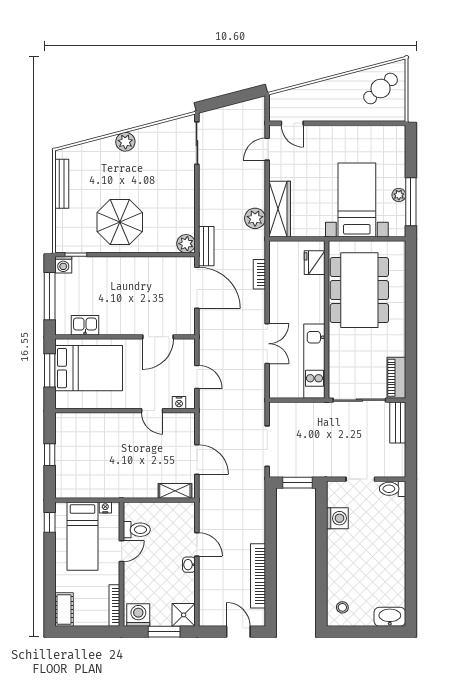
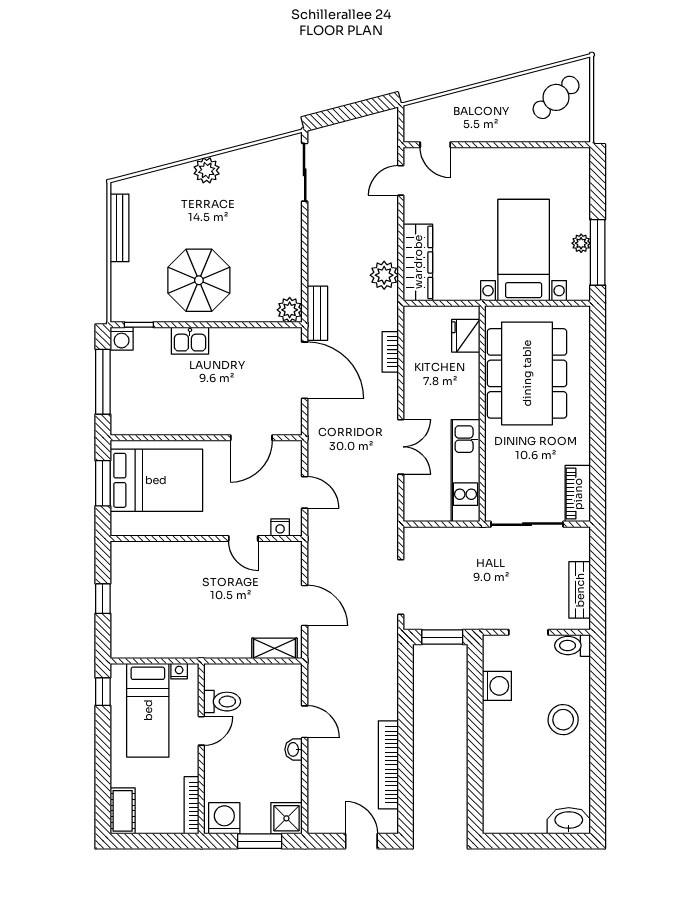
kitchen sink: (85, 325) -> (190, 341), moved, turned 180
bench: (398, 422) -> (580, 590), moved
stool: (342, 607) -> (563, 720), moved, width x1.89, depth x1.89

